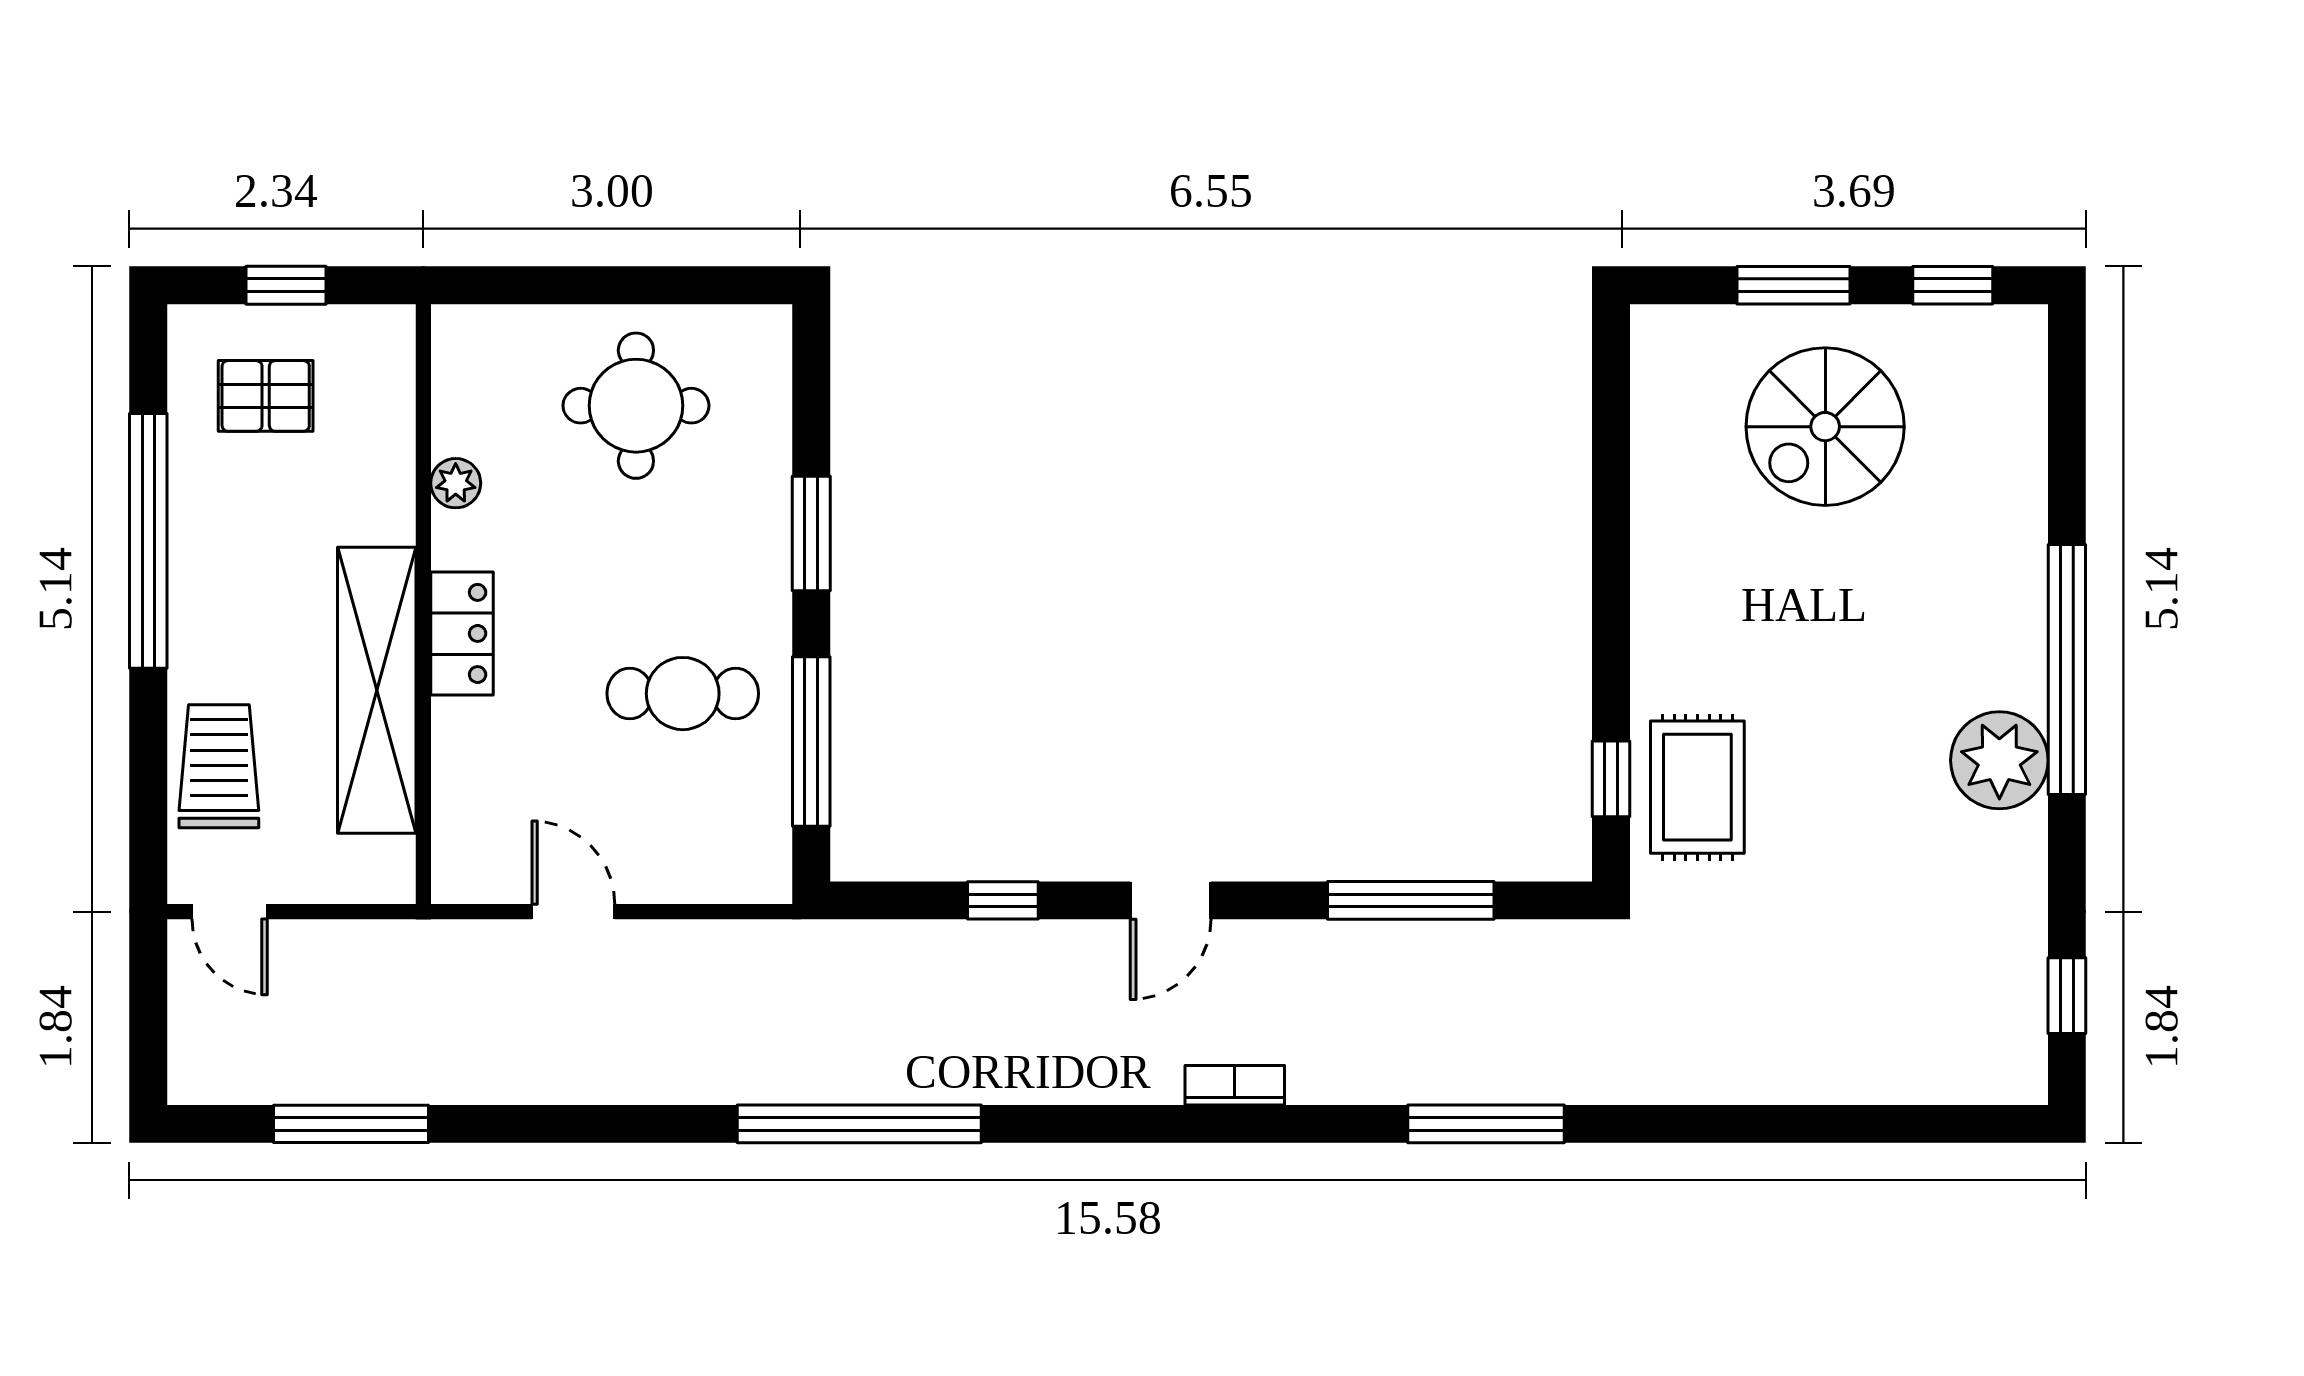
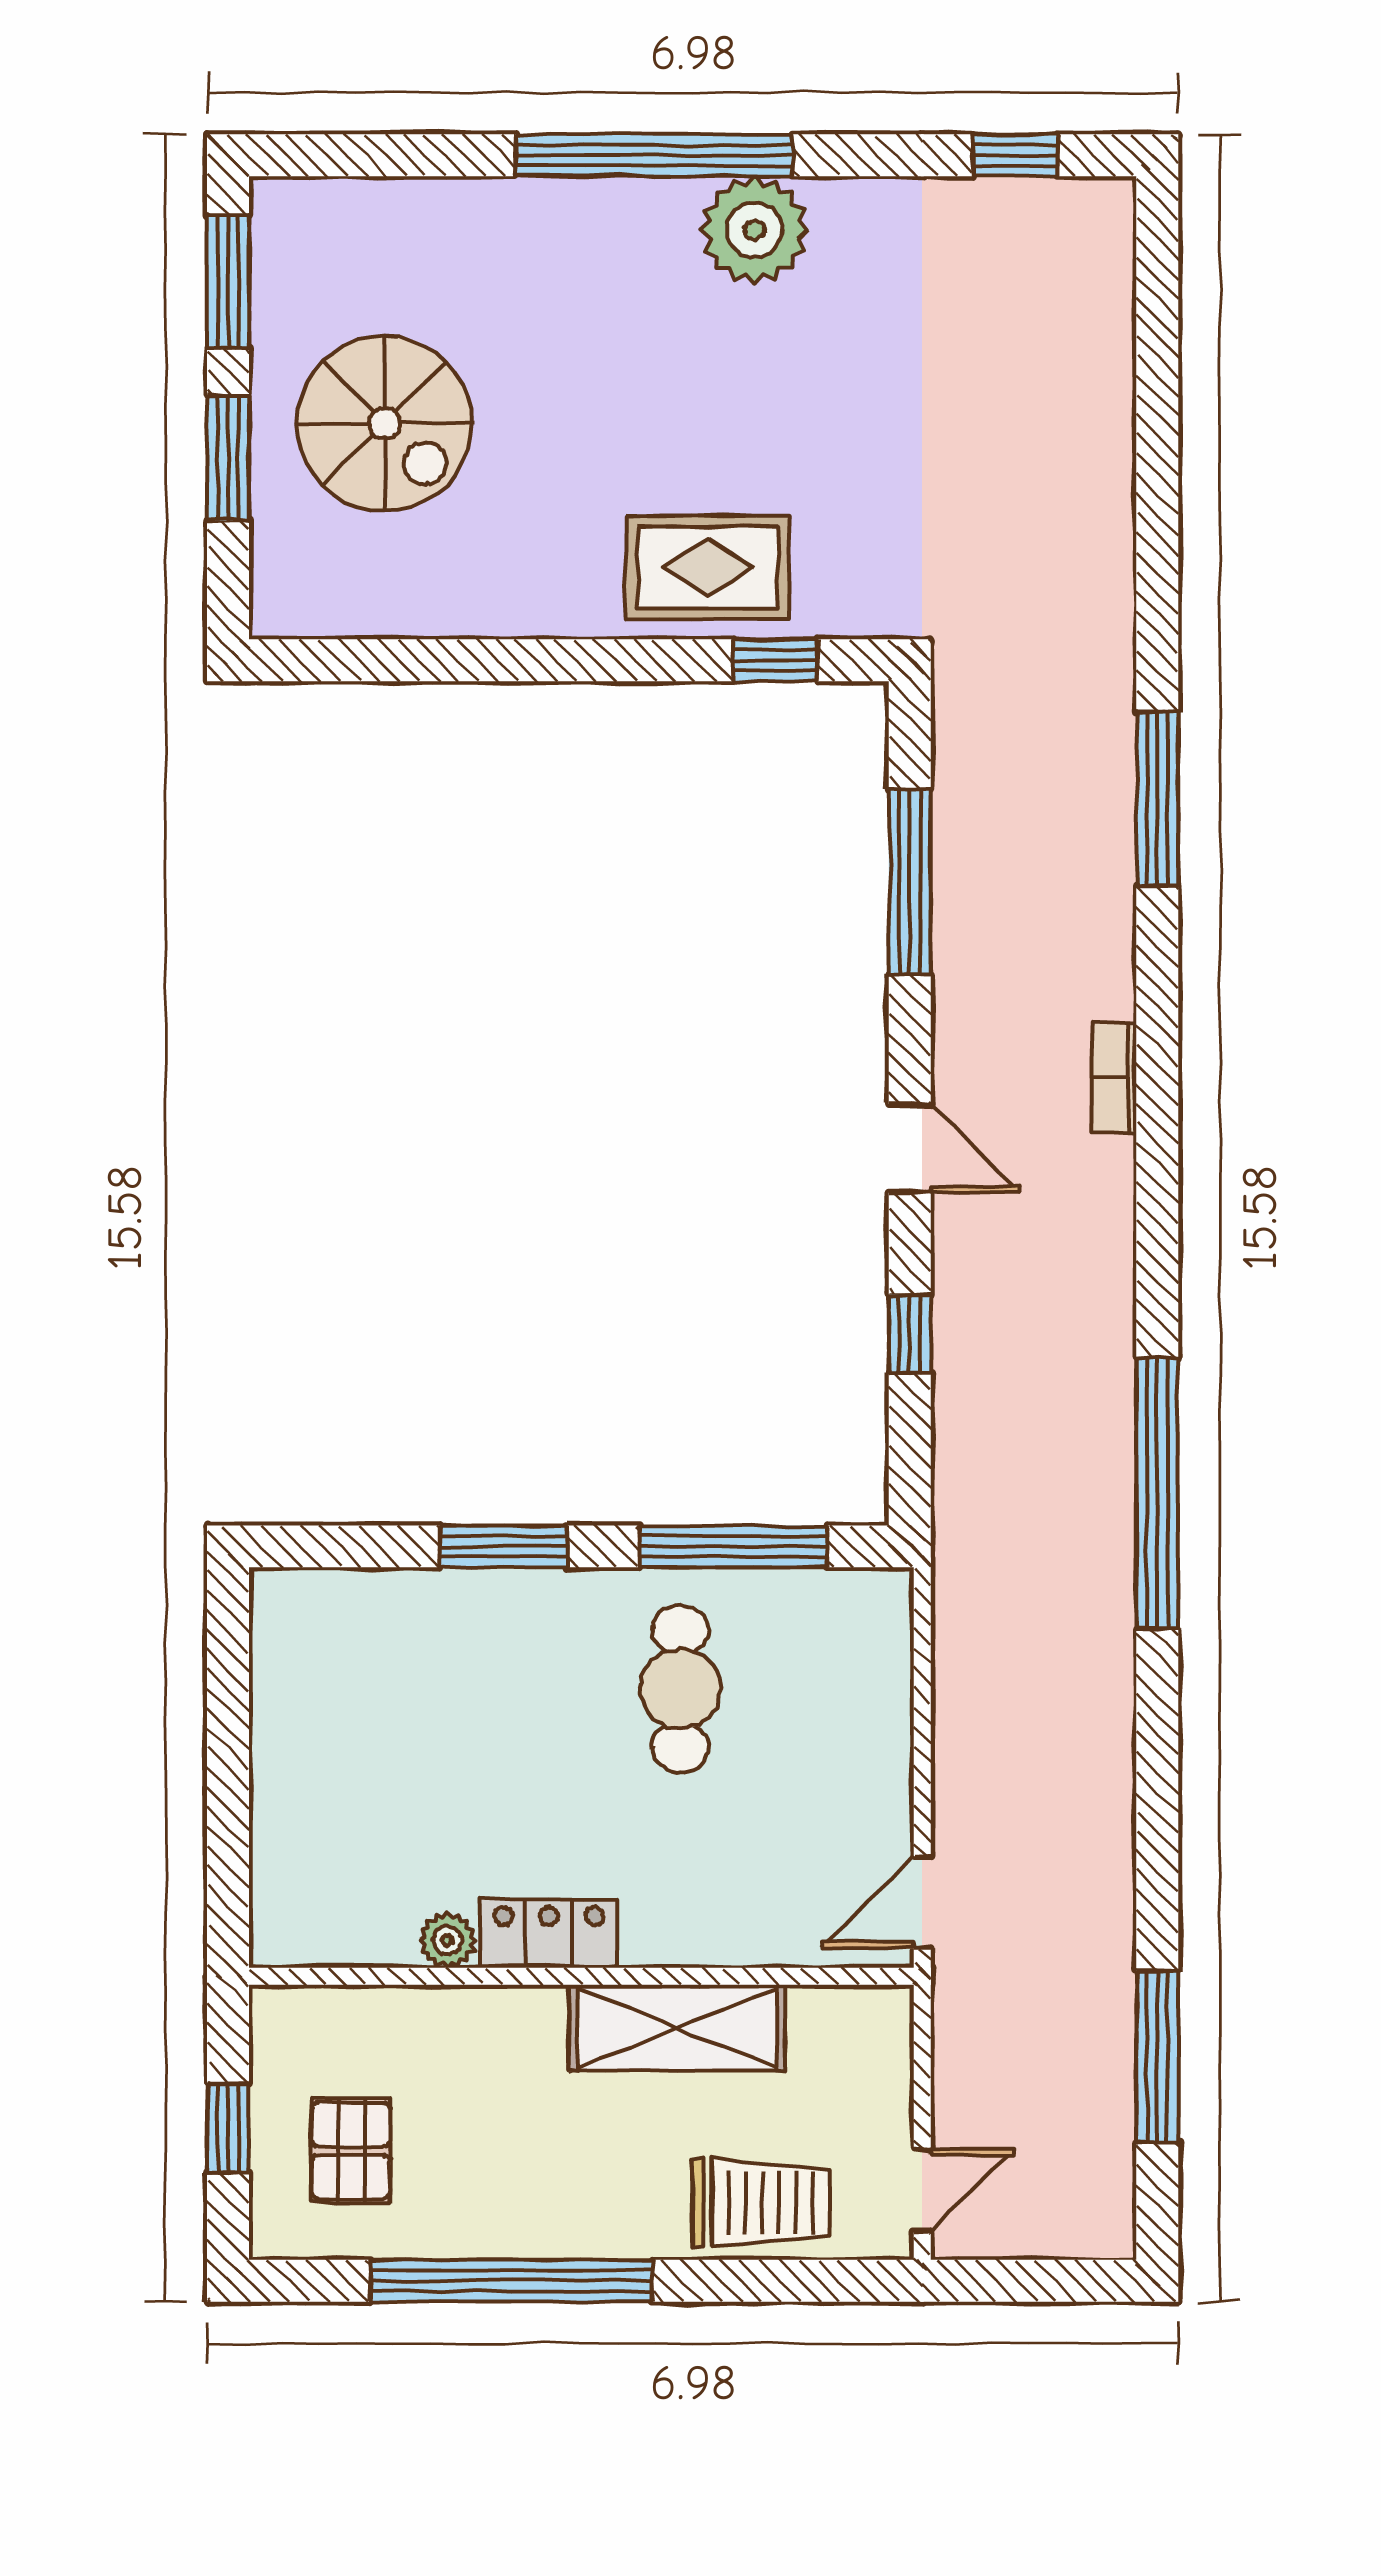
window: (1953, 285) -> (228, 282), width x1.50
round table: (636, 406) -> (362, 1741), removed
locker: (462, 633) -> (549, 1933), moved
shelving: (377, 690) -> (677, 2028), width x0.68
trolley: (219, 766) -> (761, 2203), turned 180
rug: (1697, 787) -> (708, 568), moved
door: (573, 912) -> (922, 1902), moved

